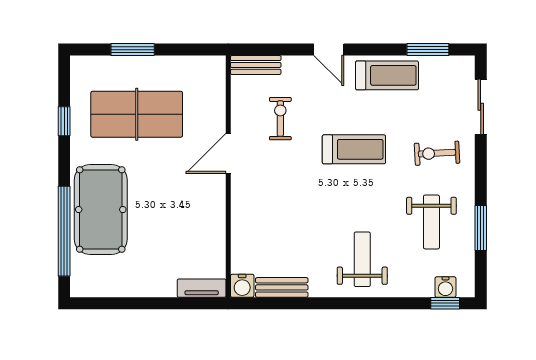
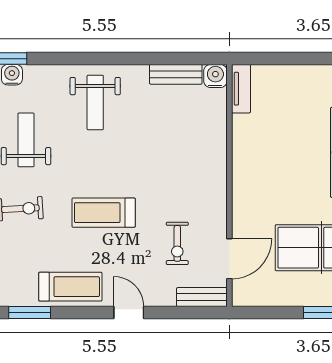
treadmill: (387, 75) -> (70, 287), turned 180
door: (228, 153) -> (229, 259), moved
tv unit: (202, 288) -> (241, 89), moved, turned -90

